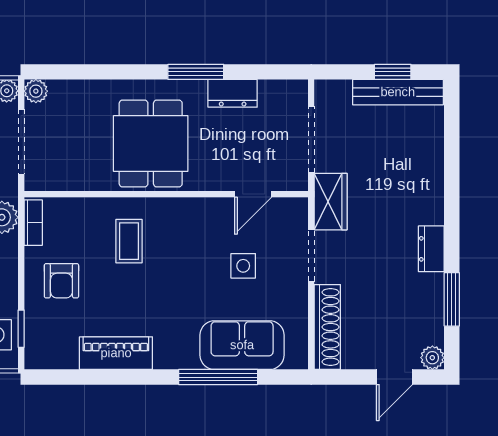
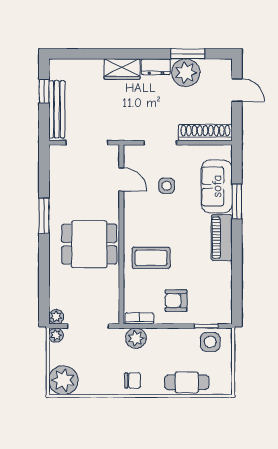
bench: (398, 92) -> (57, 109), moved
dresser: (233, 93) -> (58, 192), removed
wardrobe: (331, 202) -> (122, 69), moved, turned 180
coffee table: (129, 241) -> (151, 258), width x1.36, depth x1.30
armchair: (61, 281) -> (176, 301), turned 180
piano: (116, 353) -> (222, 238), moved
plant: (432, 358) -> (186, 73), moved, width x1.88, depth x1.88
window: (218, 377) -> (237, 202), width x0.69

